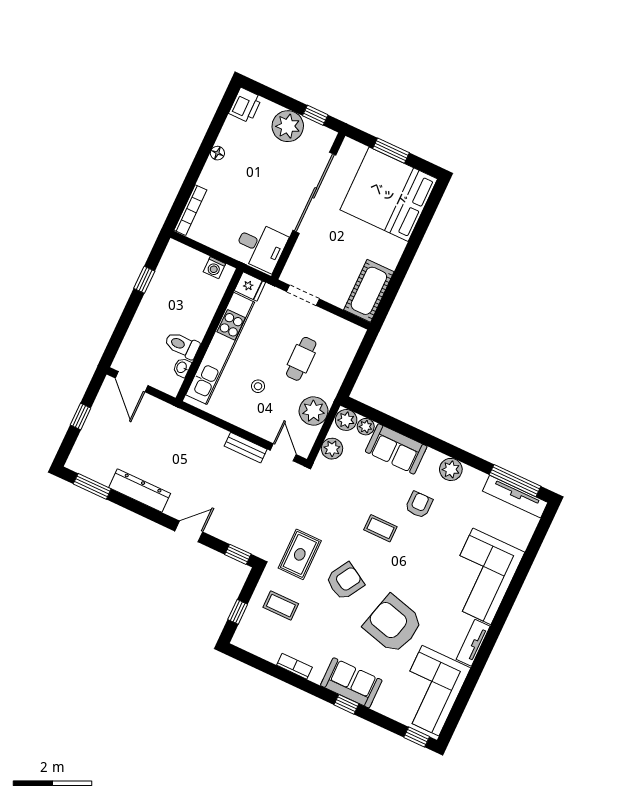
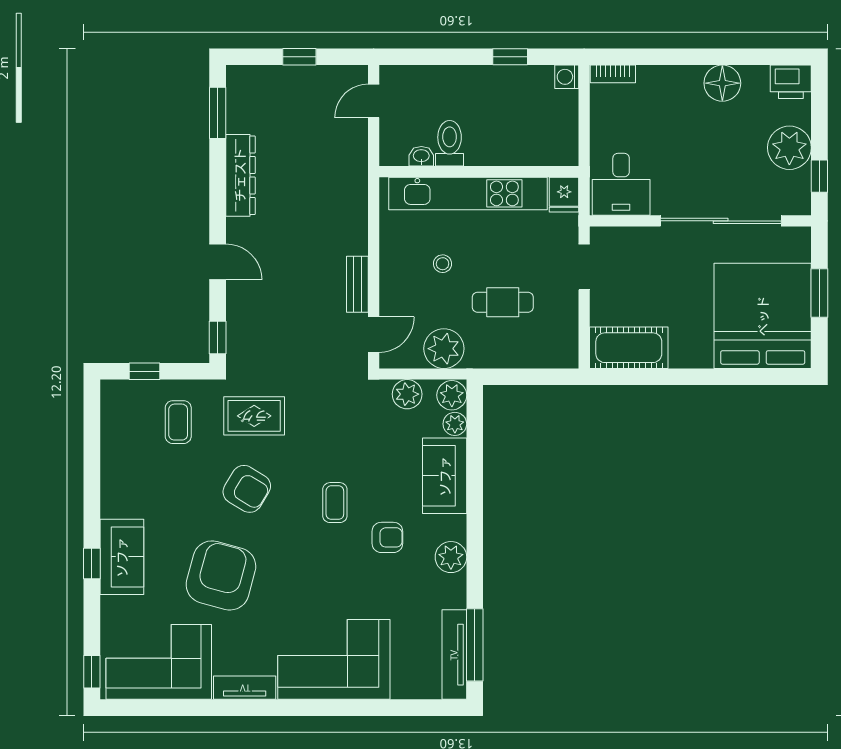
floor lamp: (217, 153) -> (722, 83), width x1.89, depth x1.89
bookcase: (190, 210) -> (613, 74), width x0.64
washing machine: (214, 268) -> (567, 77), moved
door: (132, 382) -> (374, 101), width x0.73
bookcase: (294, 666) -> (109, 475), removed

